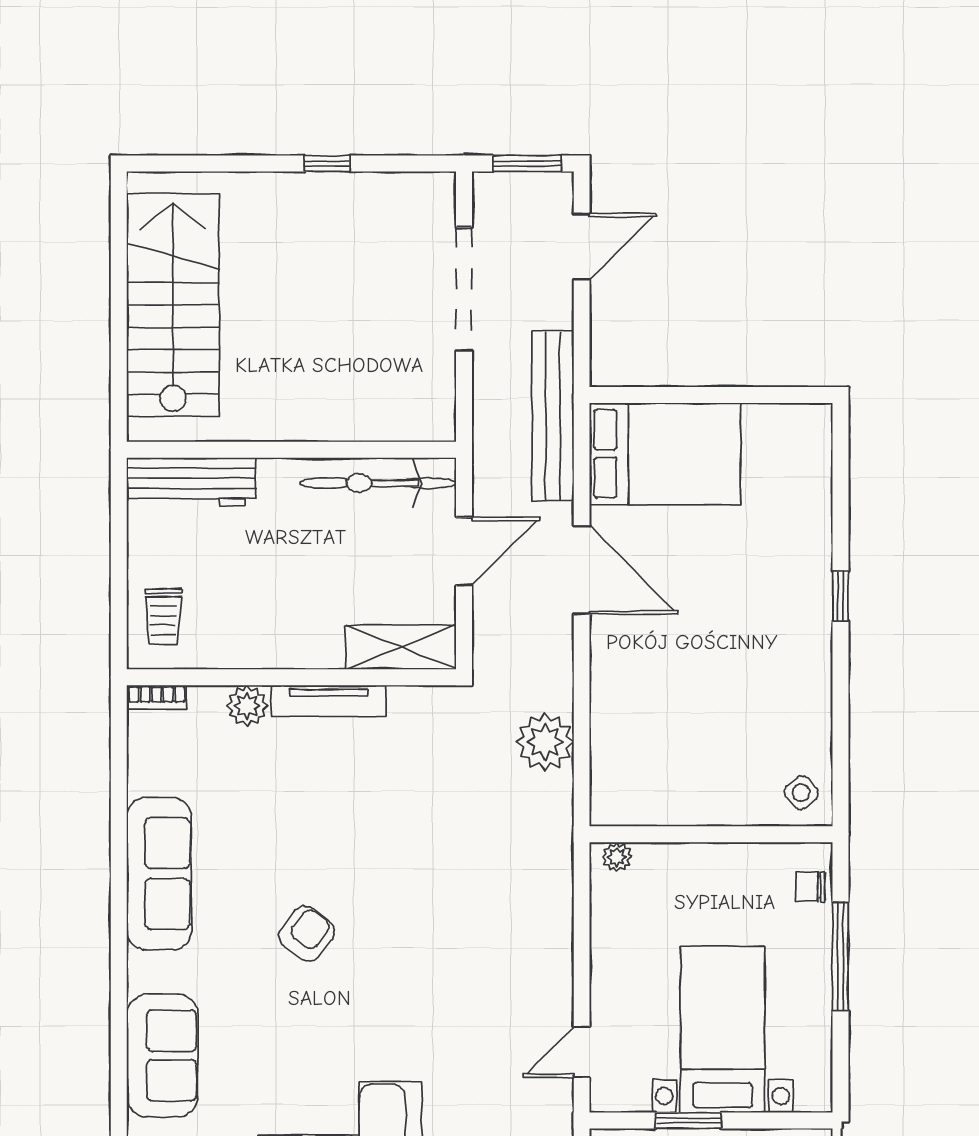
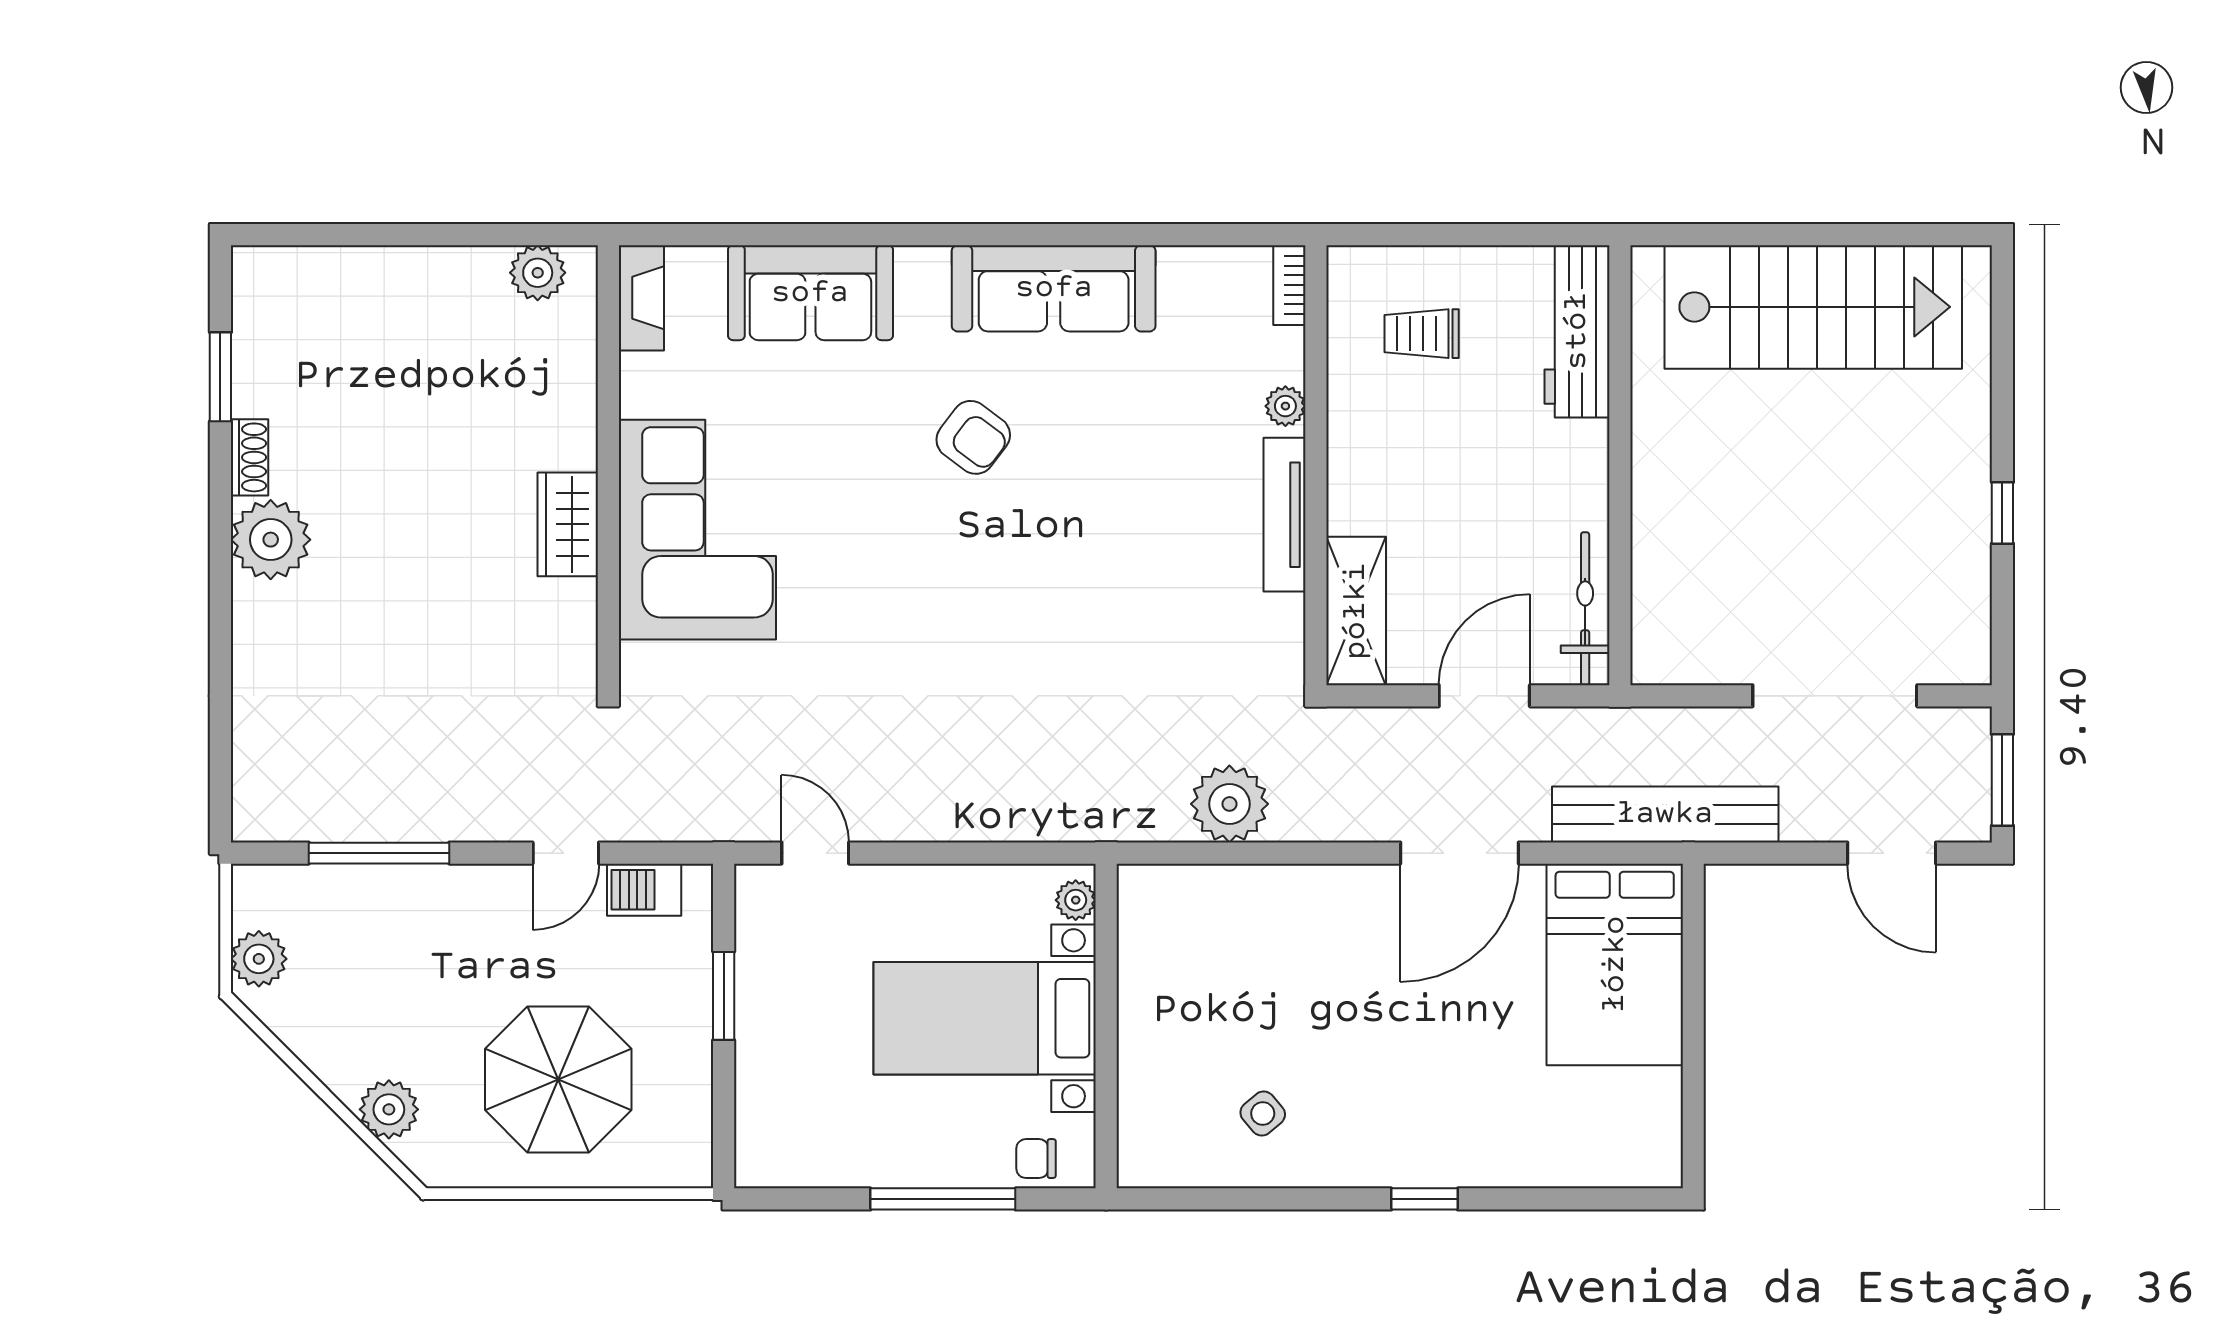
bicycle: (378, 483) -> (1585, 609), width x0.73, depth x0.71
door: (464, 551) -> (1484, 696), swing flipped
trolley: (164, 617) -> (1422, 334), moved
plant: (247, 706) -> (1285, 406), width x0.73, depth x0.73
side table: (801, 793) -> (1263, 1113), moved
chair: (810, 887) -> (1036, 1159), turned -90
armchair: (307, 934) -> (973, 437), moved
bed with nightstands: (723, 1030) -> (985, 1018), moved, turned 180

